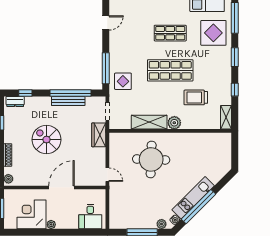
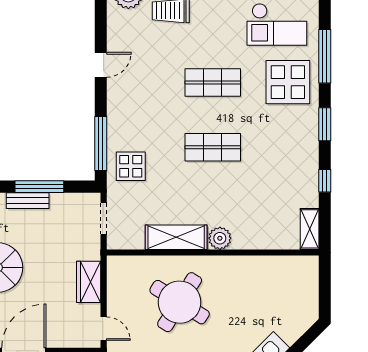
shop shelf: (170, 70) -> (213, 147), width x0.70, depth x0.74
window: (70, 93) -> (39, 187), width x0.68
trolley: (196, 97) -> (257, 194), removed
bench: (68, 101) -> (28, 201), width x0.73
wardrobe: (99, 135) -> (89, 282), moved
round table: (151, 159) -> (180, 302), turned 30

